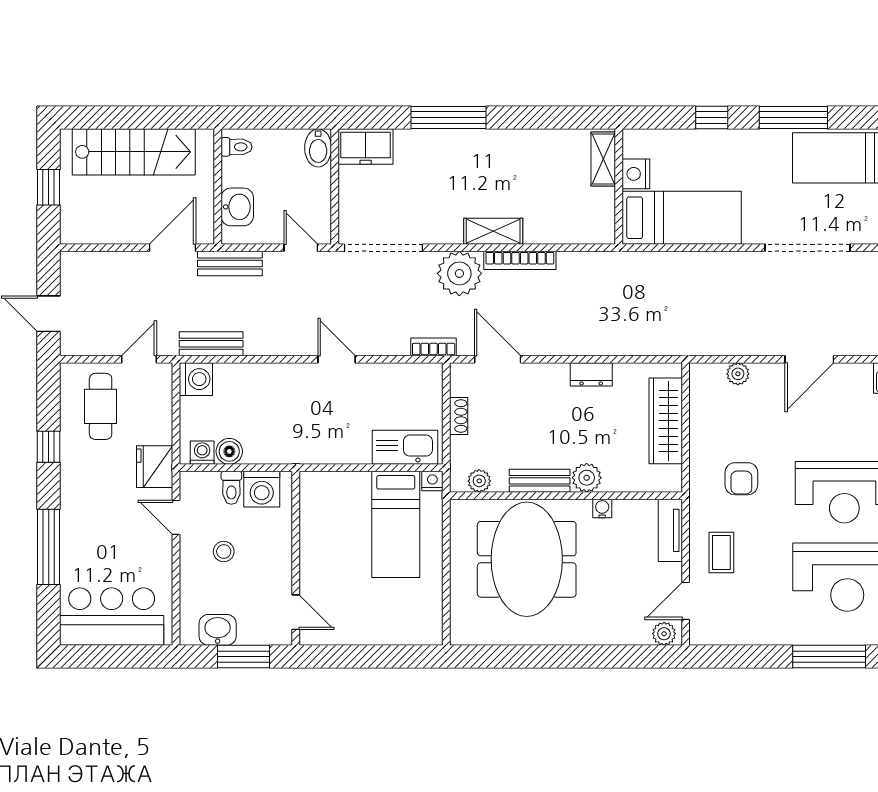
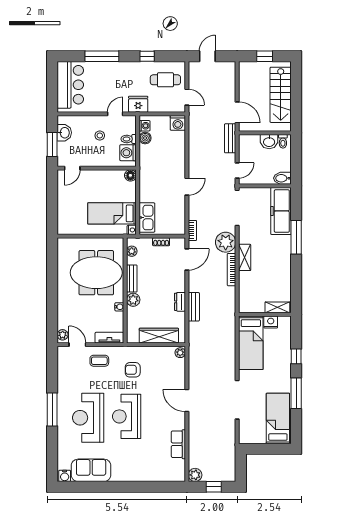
freezer: (366, 146) -> (281, 211), width x1.91, depth x1.26
washbasin: (237, 207) -> (269, 142), moved
bench: (211, 344) -> (194, 307), moved
plant: (738, 374) -> (180, 353), moved
floor lamp: (312, 484) -> (130, 175), added

